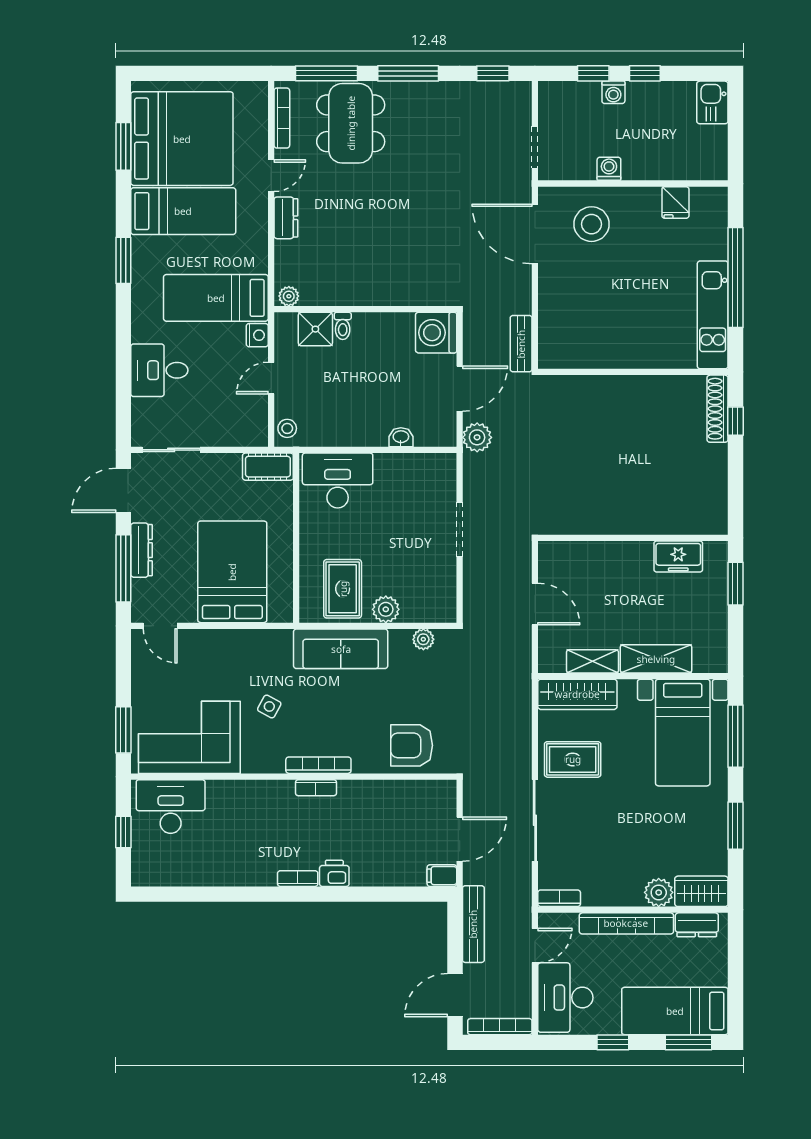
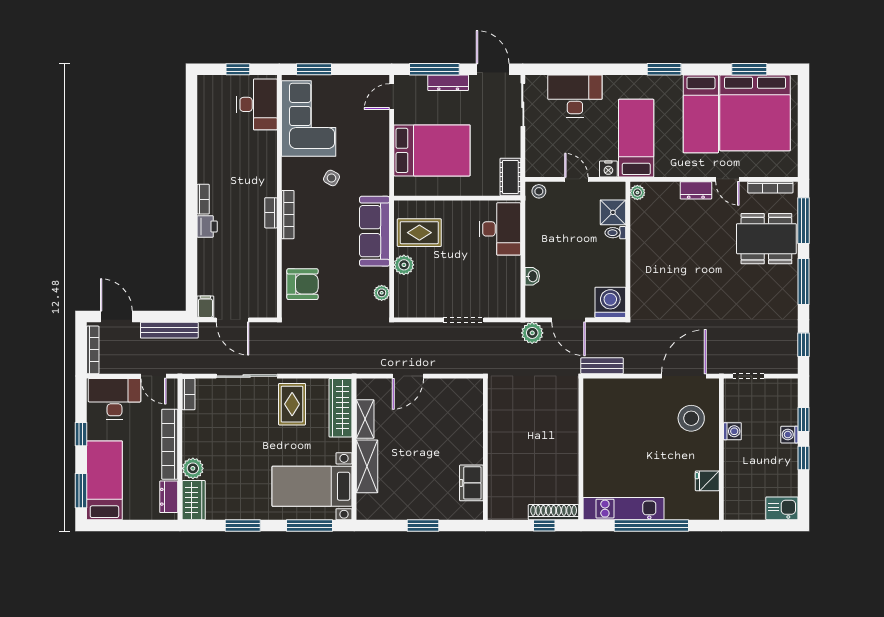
desk: (159, 370) -> (575, 96), width x1.37
wall: (633, 538) -> (485, 449), moved
freezer: (678, 557) -> (471, 483), moved
armchair: (412, 745) -> (303, 284), turned 90

